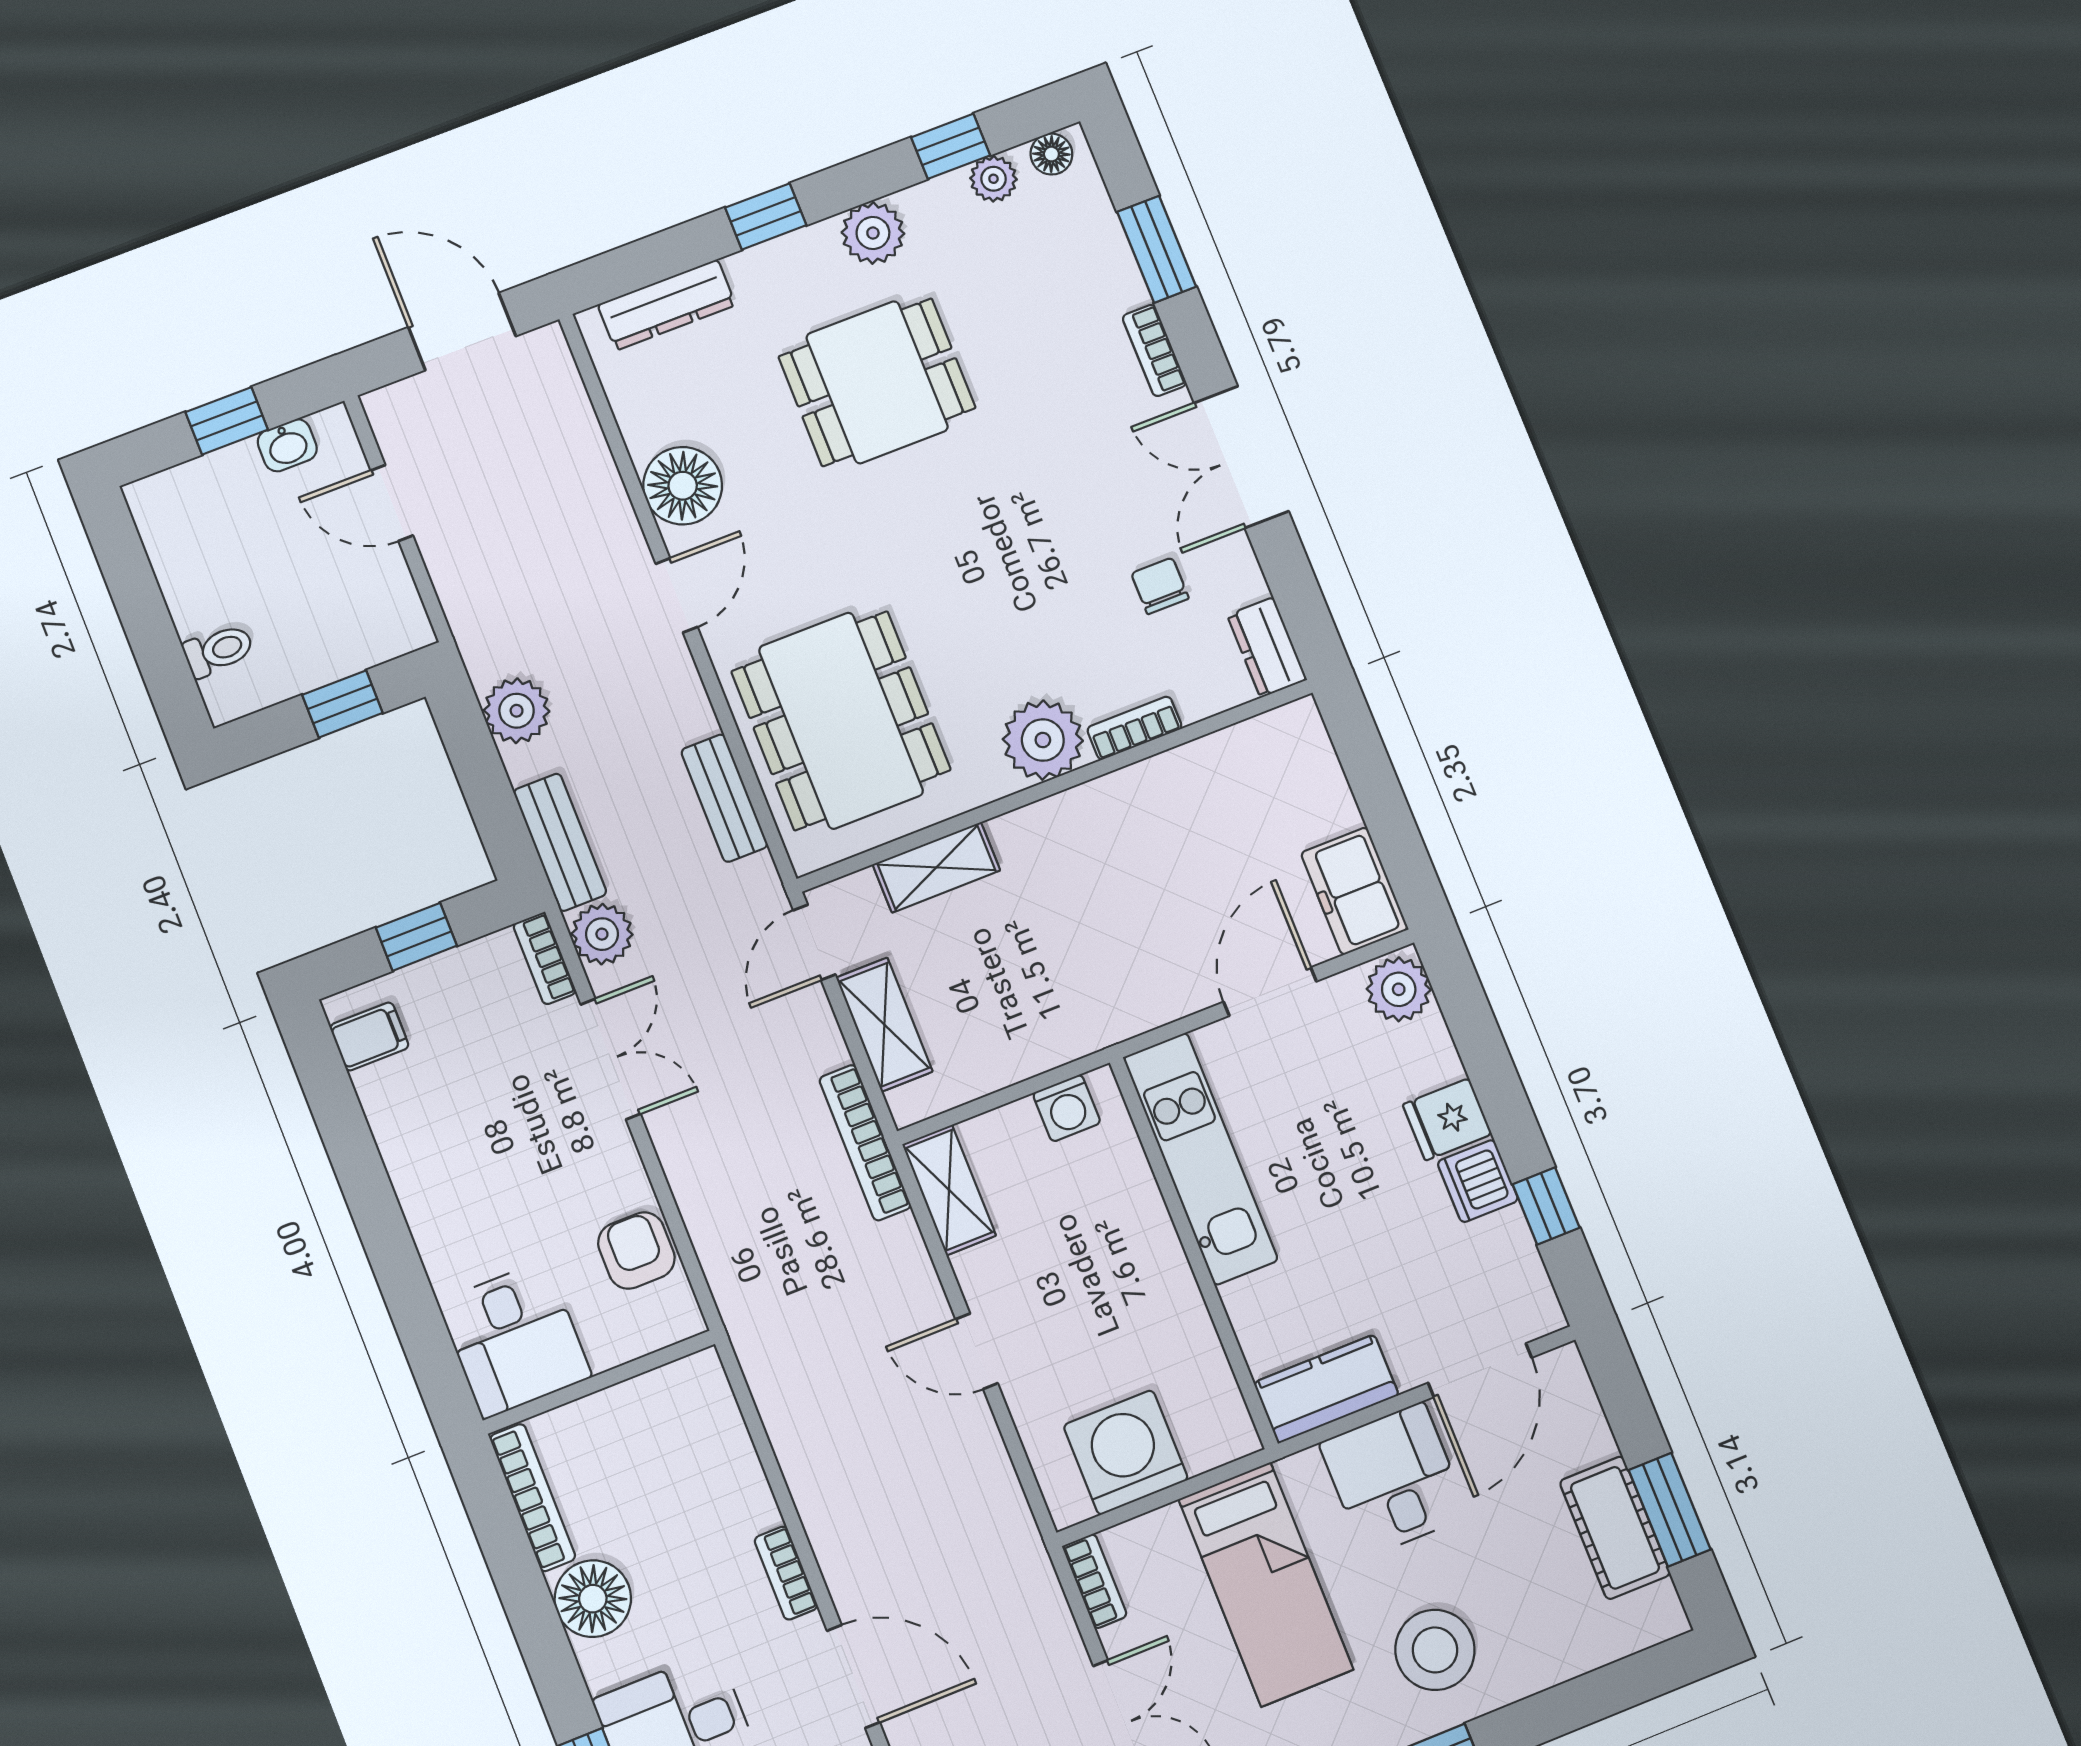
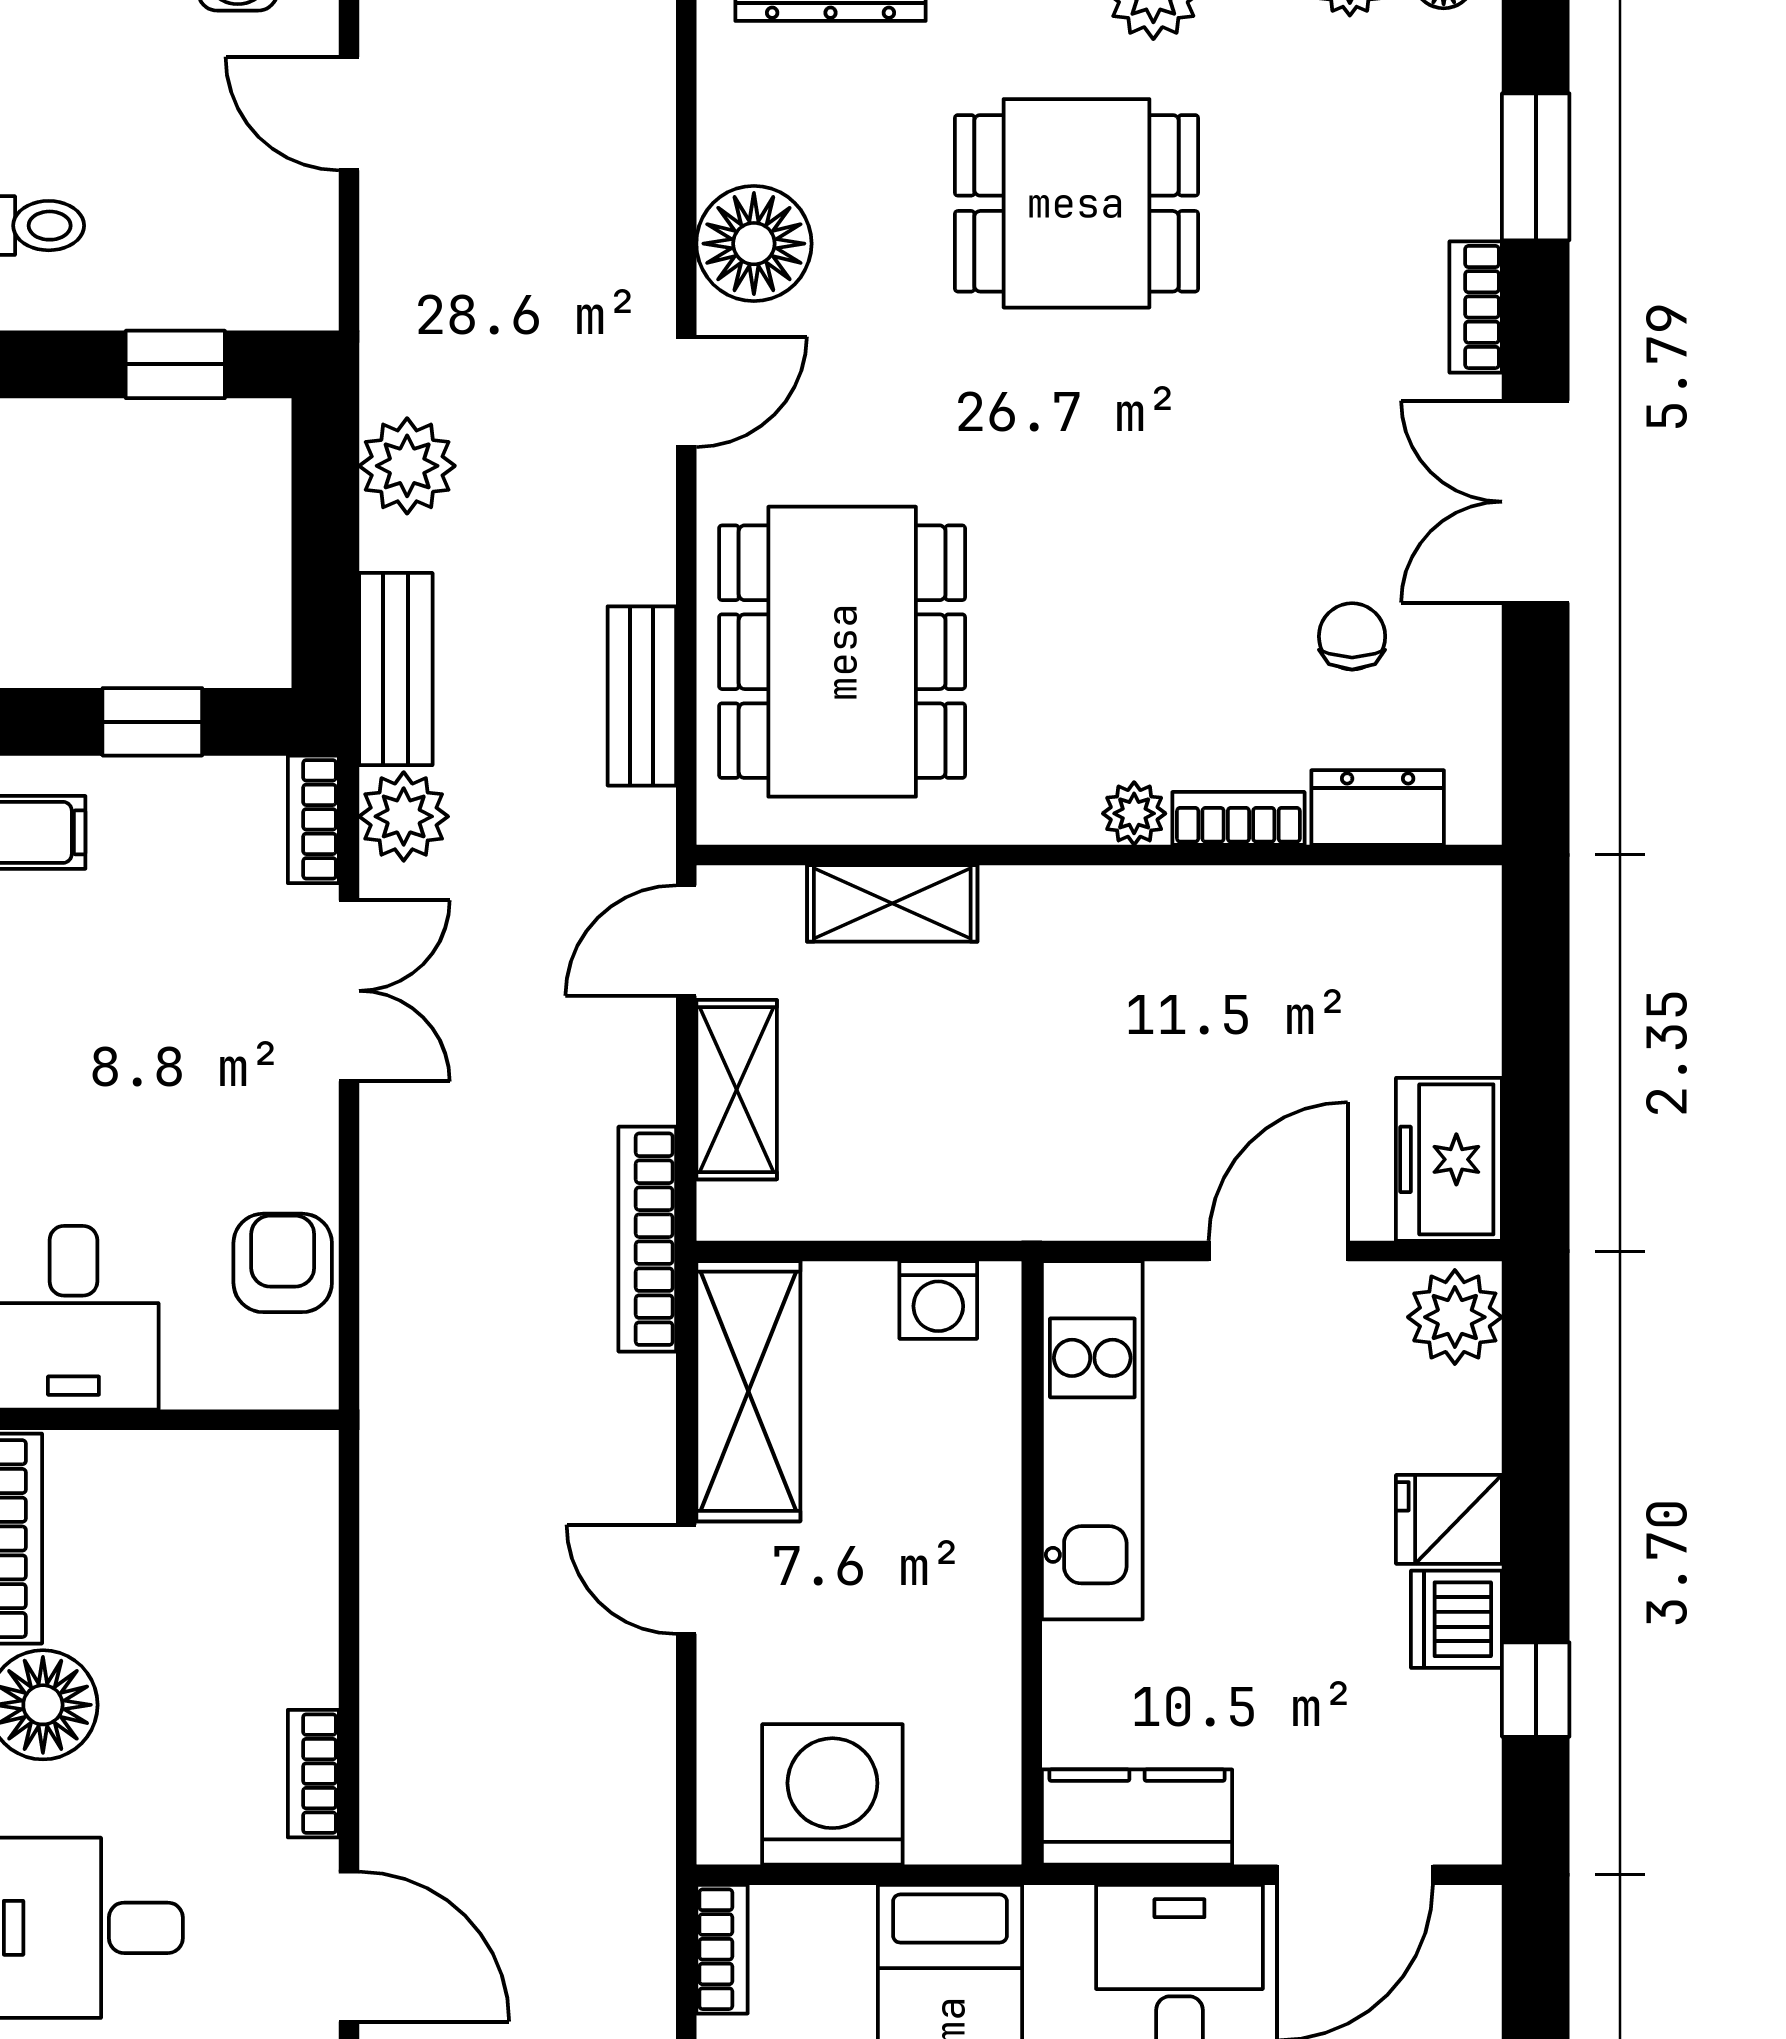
dresser: (1267, 647) -> (1378, 808), moved, turned 90
plant: (1043, 740) -> (1134, 813), width x0.53, depth x0.53
shelving: (949, 1190) -> (748, 1391), width x1.50, depth x1.33

